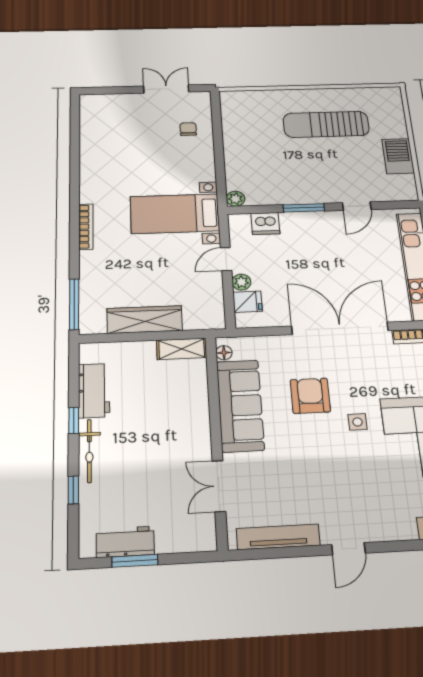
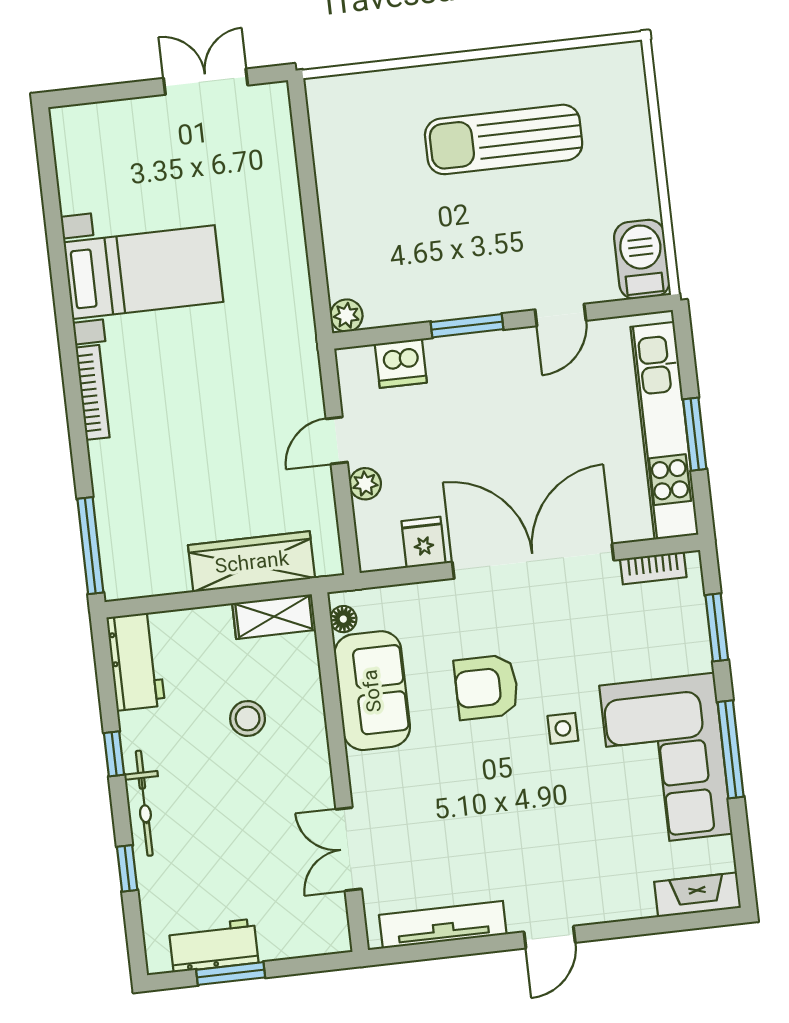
chair: (188, 129) -> (253, 170), removed
barbecue: (398, 156) -> (642, 259), moved
bed with nightstands: (175, 214) -> (143, 272), moved, turned 180
fridge: (248, 302) -> (424, 542), moved, turned -90
wardrobe: (145, 320) -> (252, 562), moved
workbench: (94, 390) -> (136, 661), moved
armchair: (310, 396) -> (486, 687), turned -90
stool: (160, 405) -> (248, 719), added
sofa: (240, 405) -> (372, 691), width x0.73

